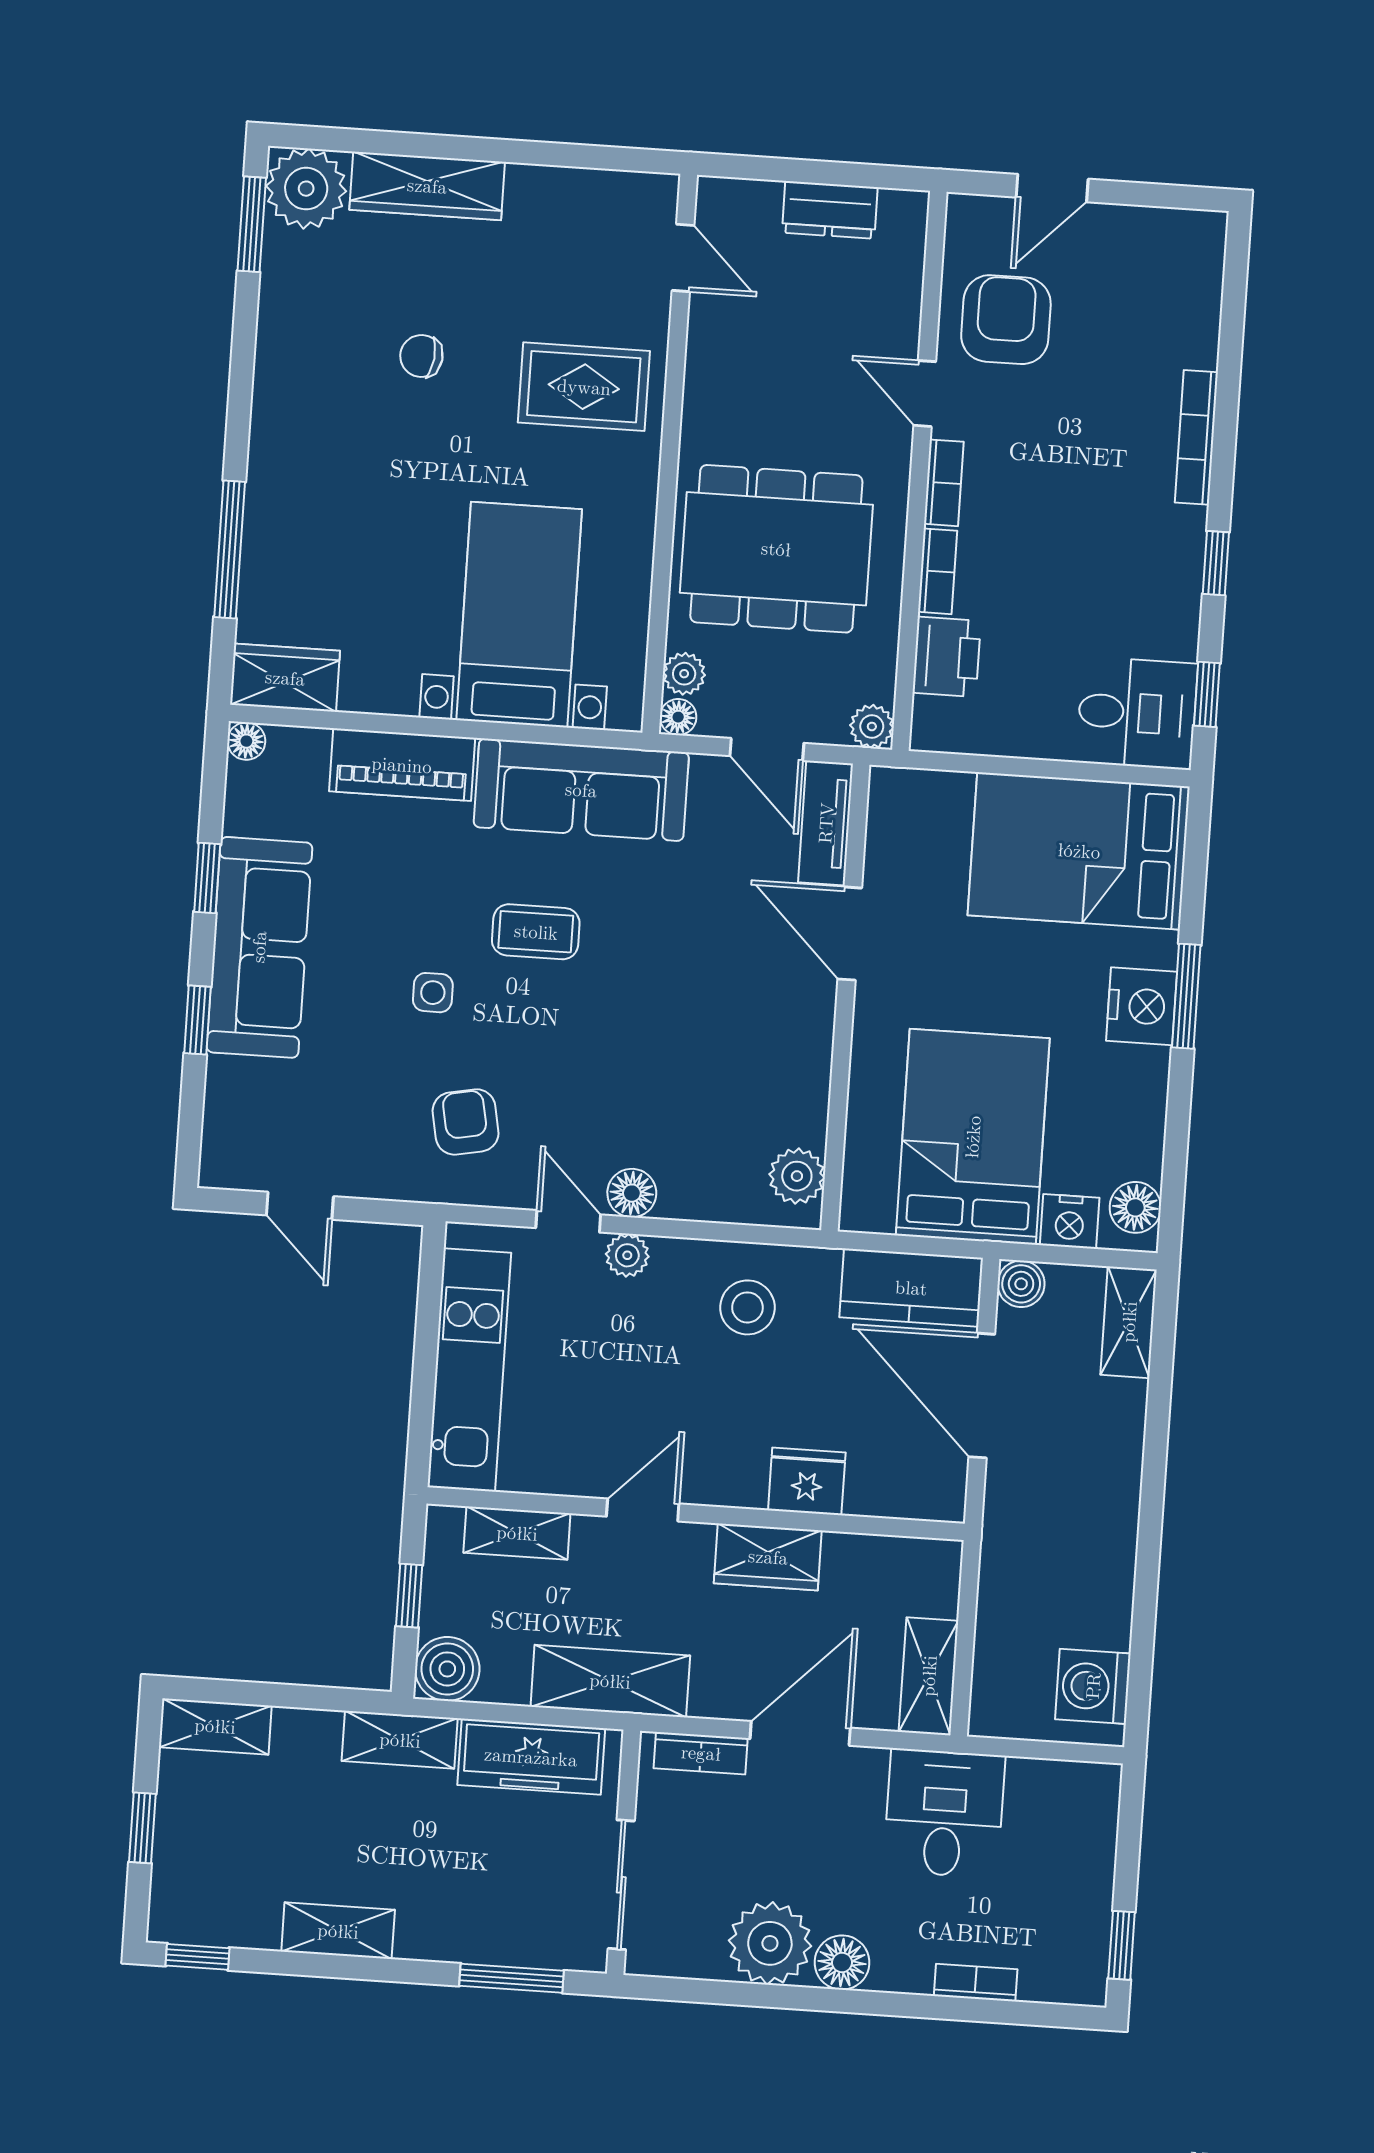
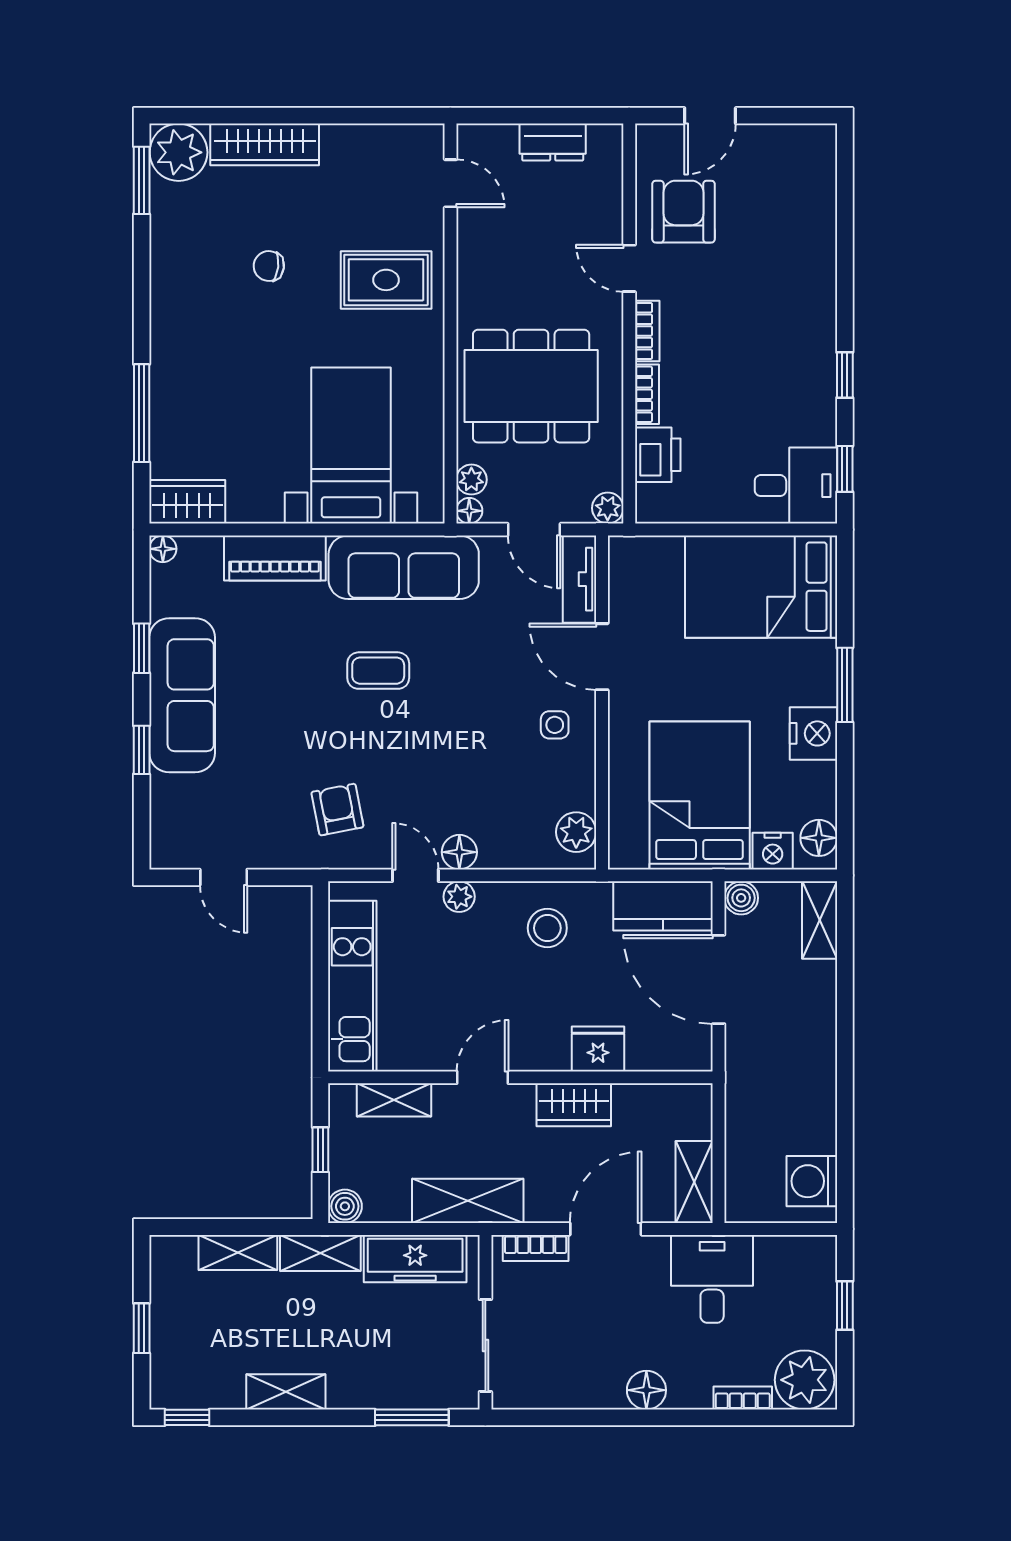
bookcase: (1196, 437) -> (825, 286), removed
side table: (433, 993) -> (555, 725), moved
nightstand: (1142, 1006) -> (813, 733), moved
boiler: (447, 1669) -> (345, 1206), width x0.73, depth x0.73
shelving: (215, 1726) -> (238, 1252), moved
plant: (770, 1943) -> (805, 1380), moved
window: (1122, 1945) -> (845, 1306), moved

